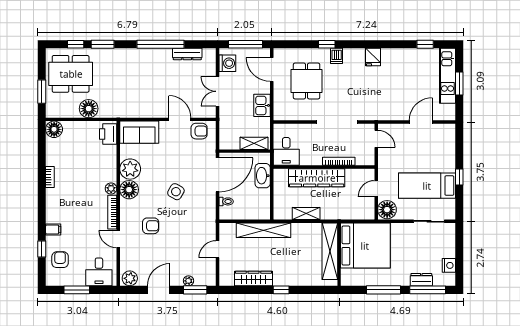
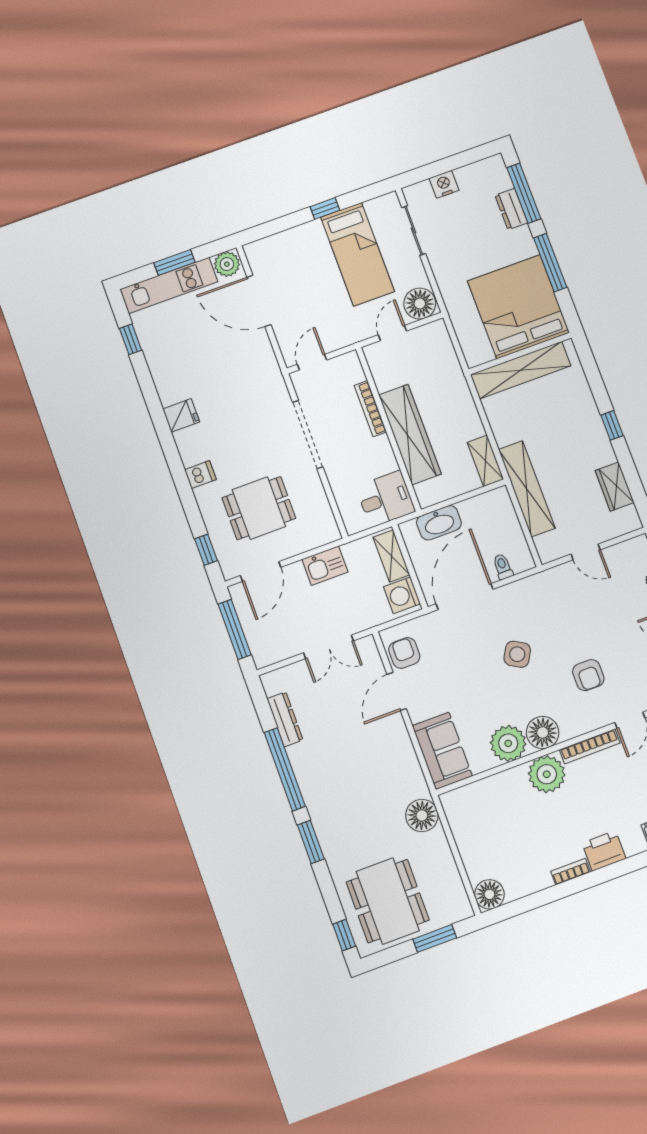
window: (76, 44) -> (344, 935), moved
window: (103, 44) -> (311, 842), moved
window: (327, 44) -> (206, 550), moved
washing machine: (227, 63) -> (402, 595), moved, turned -90
floor lamp: (89, 109) -> (422, 815), moved
plant: (448, 112) -> (227, 264), added
door: (421, 122) -> (259, 301), width x1.36
printer: (108, 134) -> (604, 851), moved, turned 180
door: (217, 175) -> (465, 597), hinge flipped
plant: (111, 189) -> (547, 774), width x1.88, depth x1.88
door: (376, 189) -> (392, 333), swing flipped
shelving: (306, 213) -> (485, 461), moved
armchair: (151, 226) -> (588, 675), turned 180
bed: (365, 246) -> (518, 307), moved
nightstand: (449, 265) -> (444, 184), moved
wardrobe: (253, 278) -> (615, 487), width x0.67

